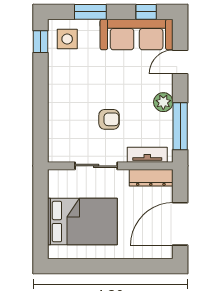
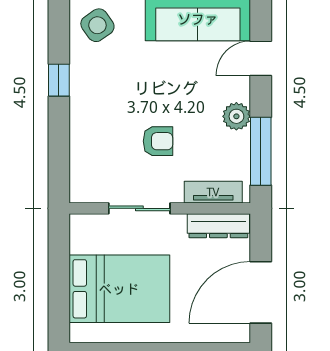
side table: (67, 39) -> (97, 25), turned -35
window: (40, 42) -> (59, 80), moved

